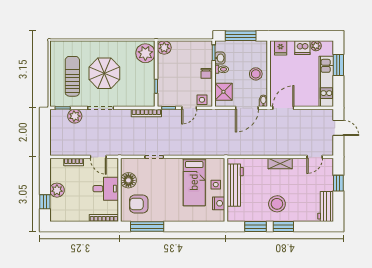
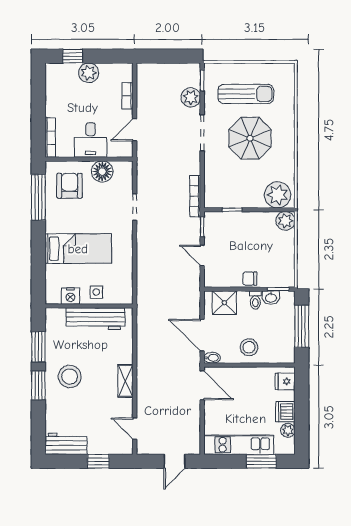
side table: (202, 100) -> (213, 273), removed
bed: (194, 182) -> (78, 249), moved, turned 180

